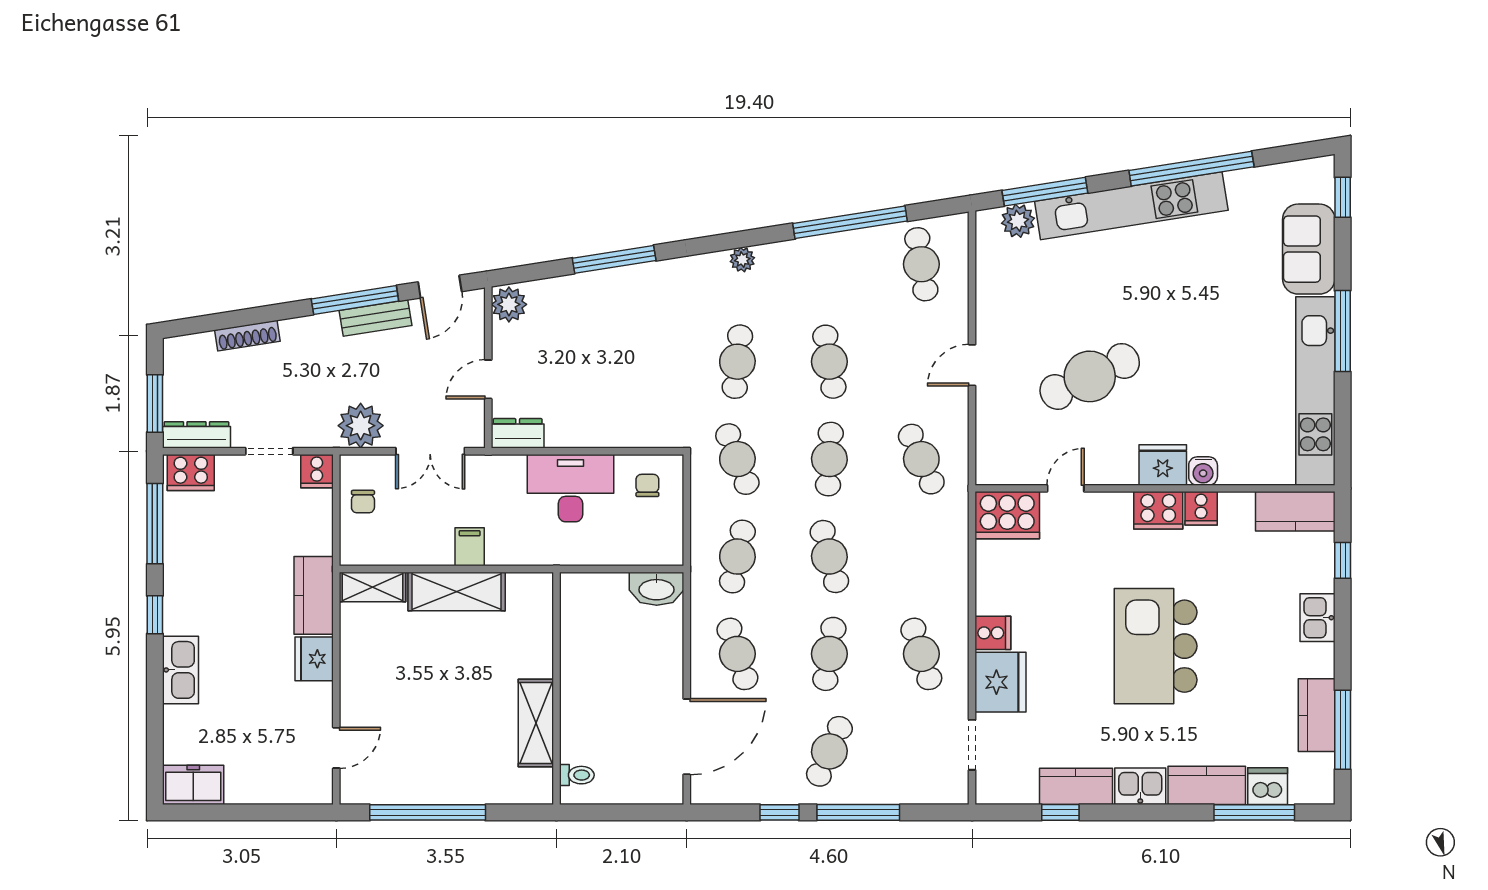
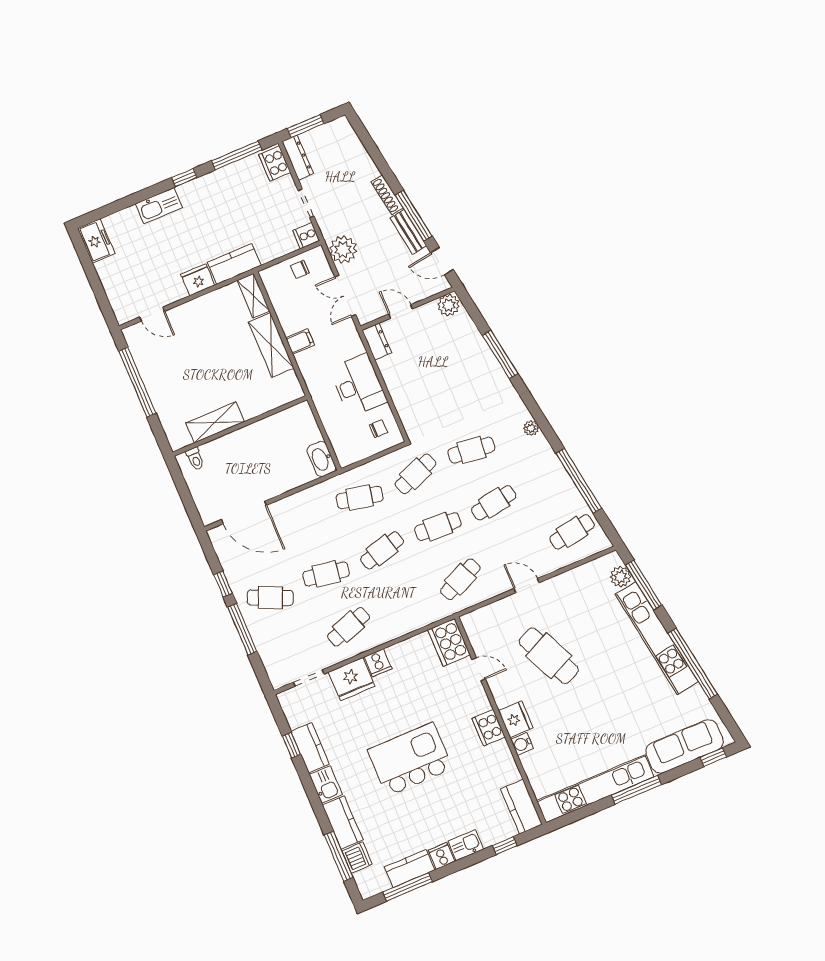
sofa: (1309, 249) -> (684, 746), width x1.36
shoe rack: (247, 336) -> (387, 195), moved
cooker: (1201, 508) -> (442, 856), moved, turned 90
cafe table: (737, 654) -> (304, 521), removed

